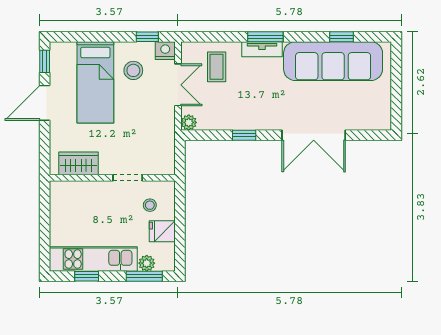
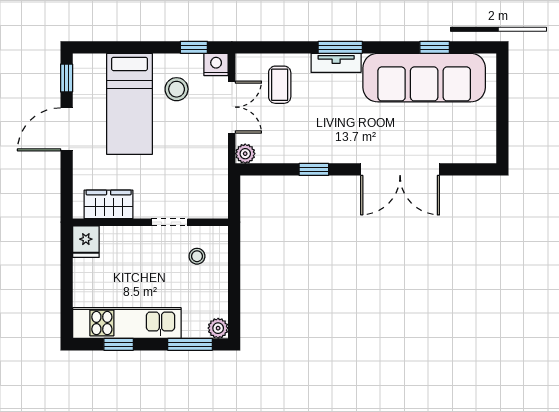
fridge: (162, 231) -> (86, 242), moved, turned -90
plant: (147, 263) -> (218, 328), moved

